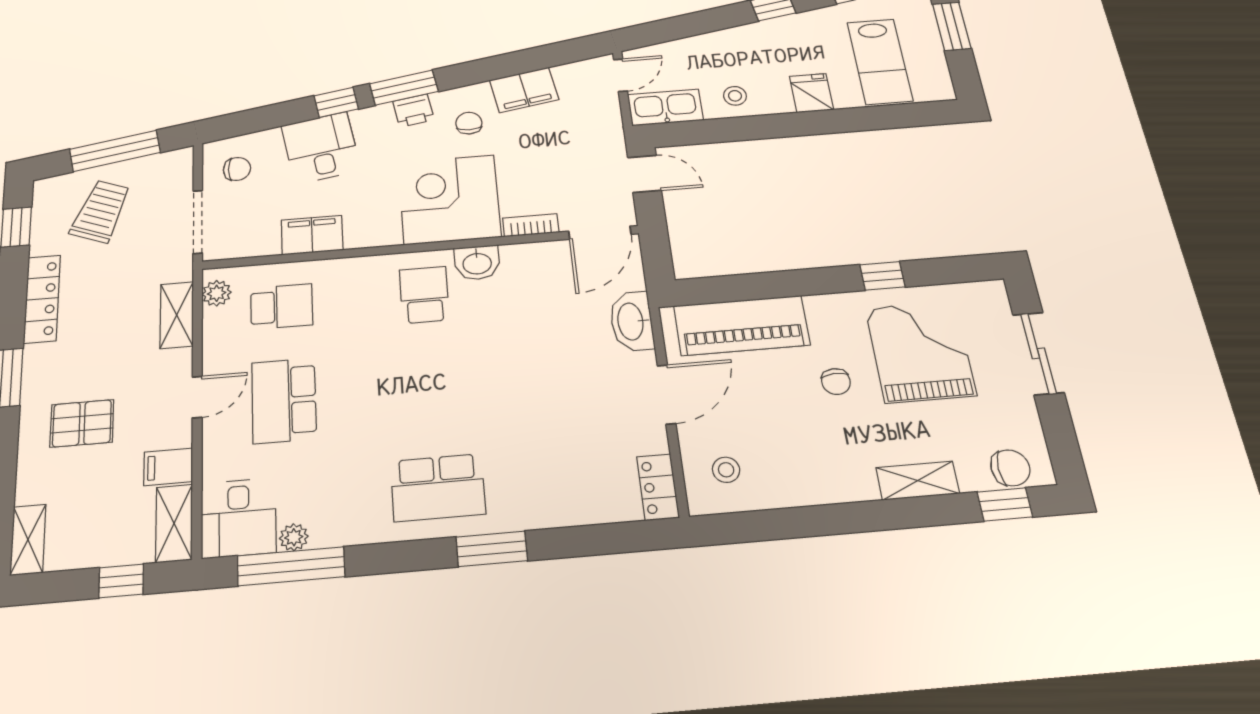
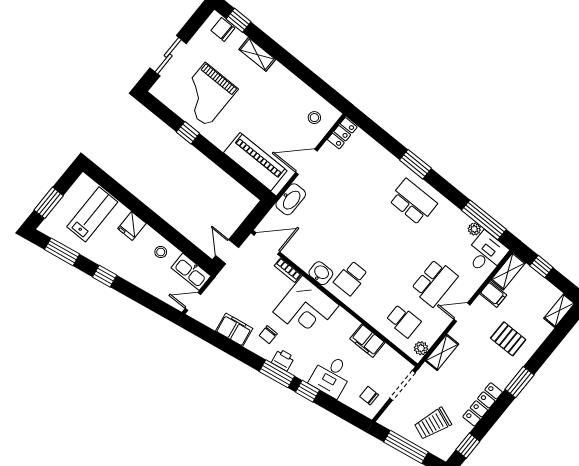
school desk: (282, 307) -> (403, 321), turned 180
chair: (836, 382) -> (246, 112), removed

